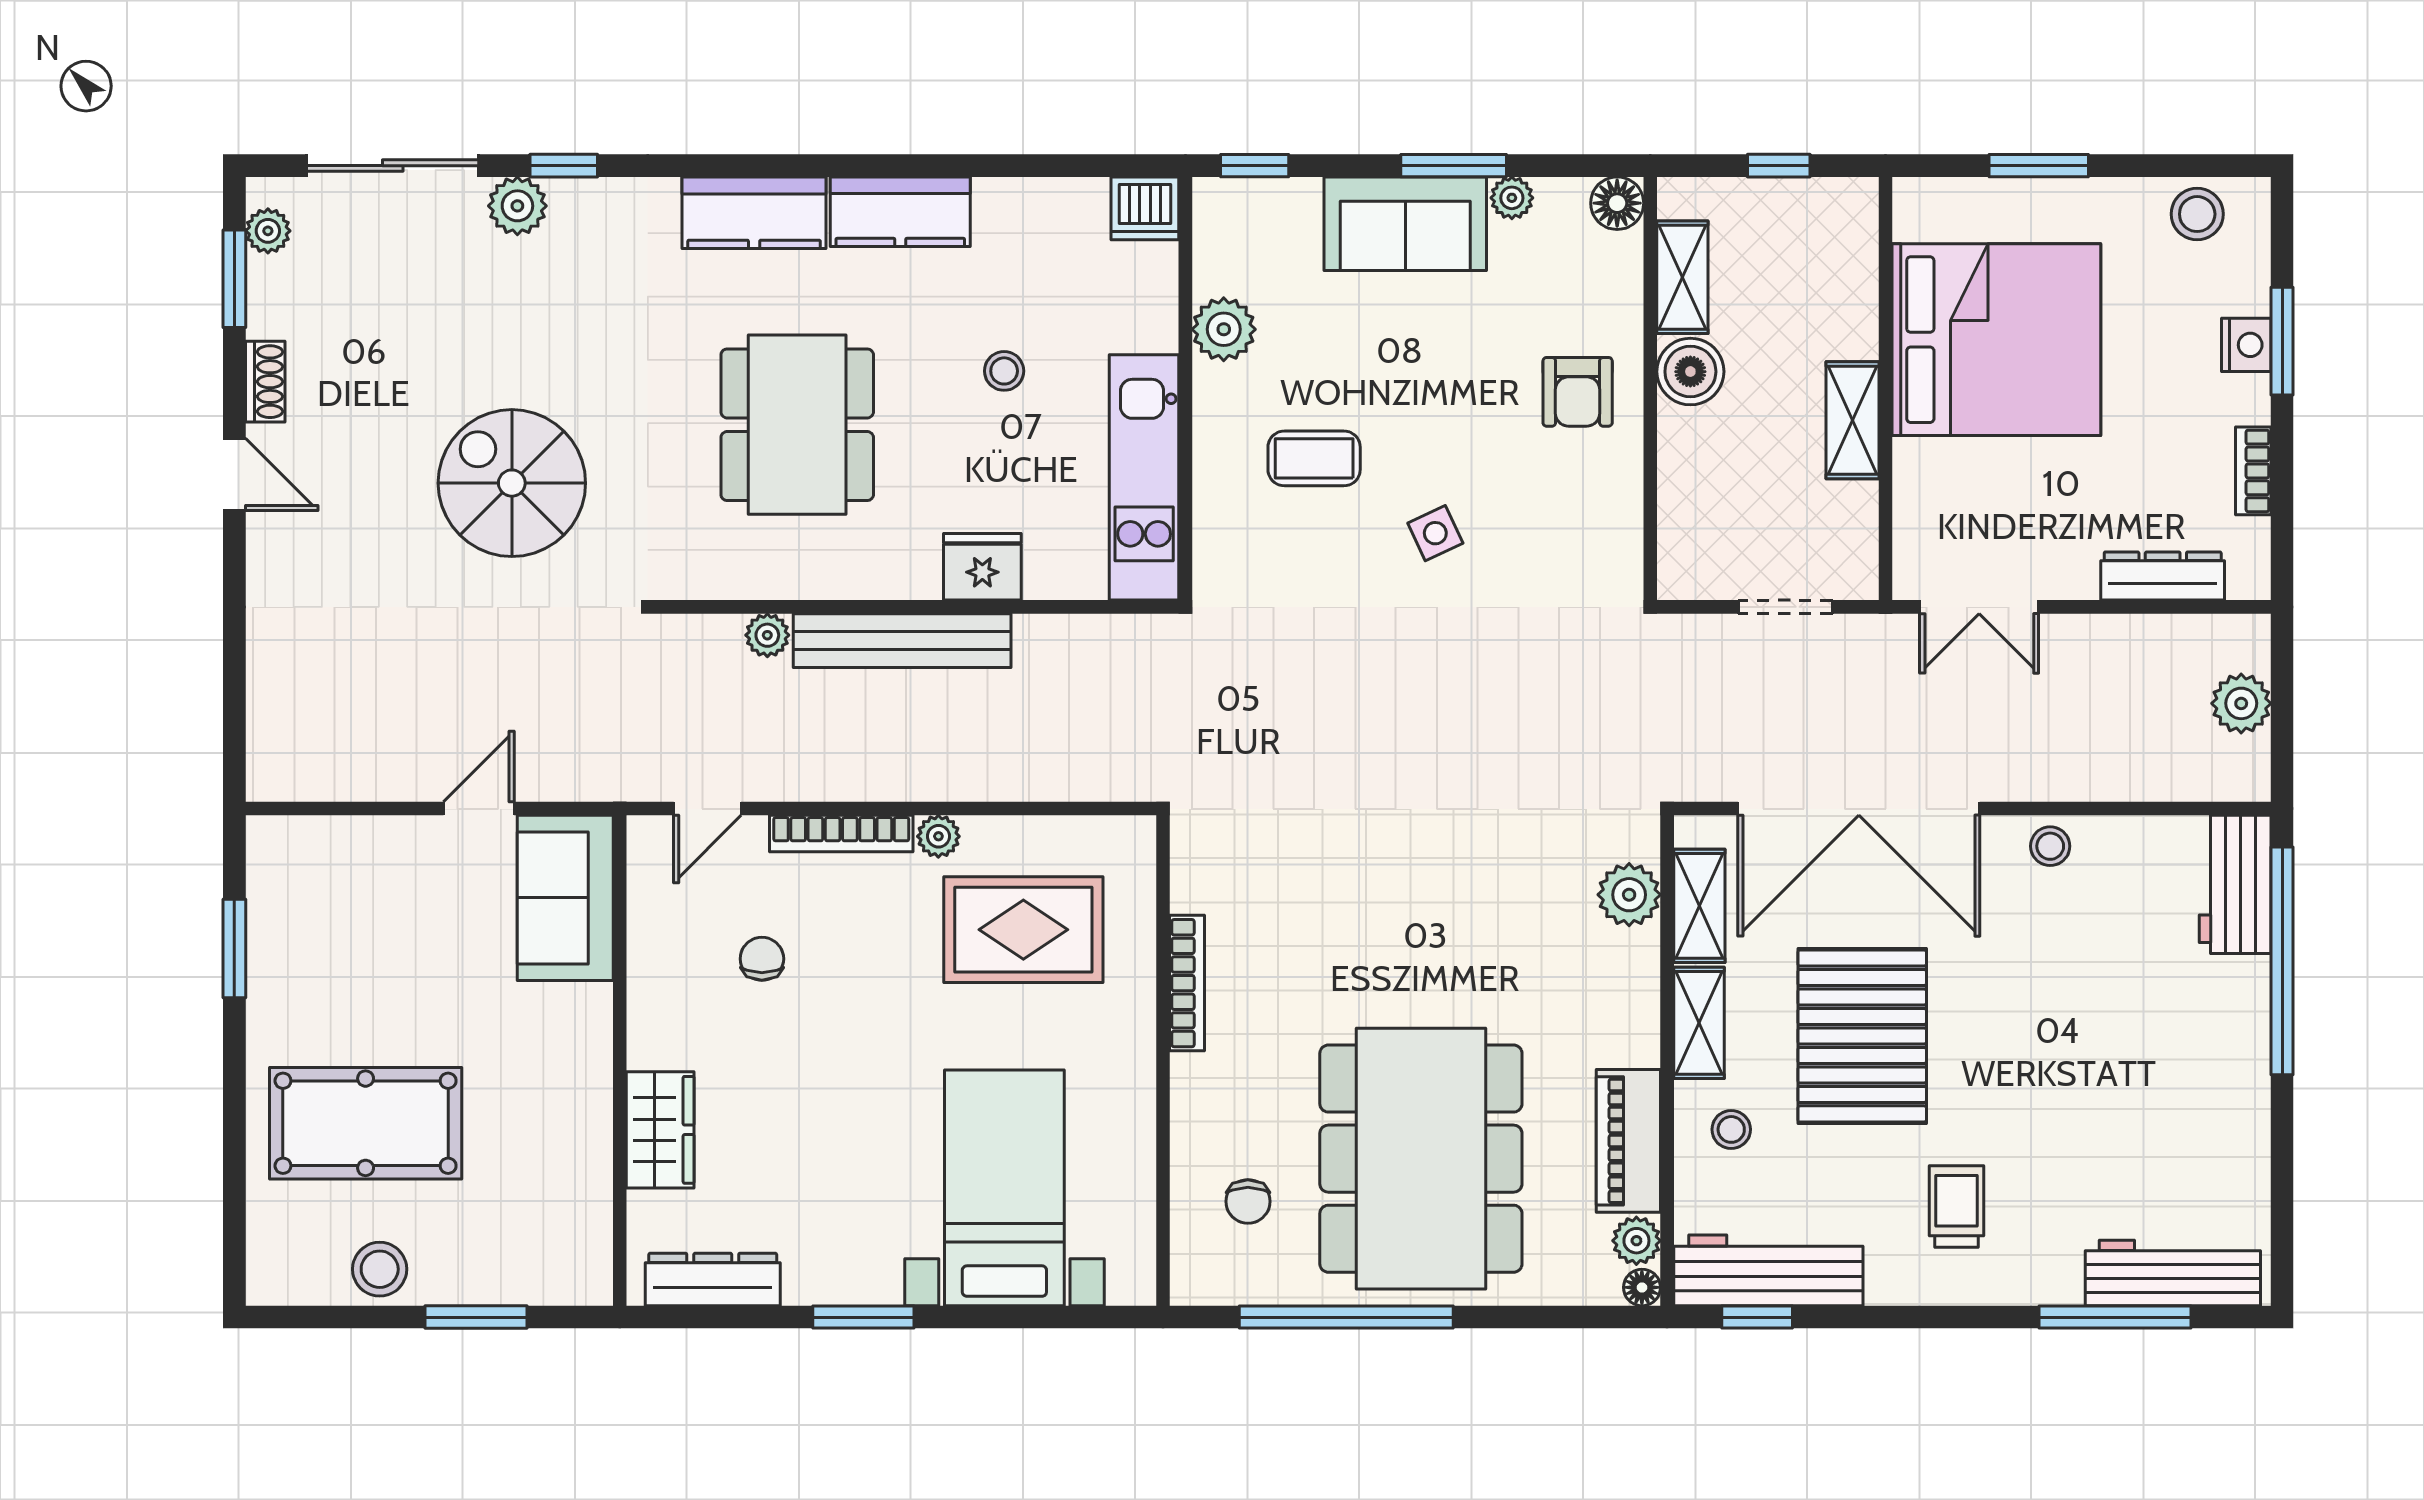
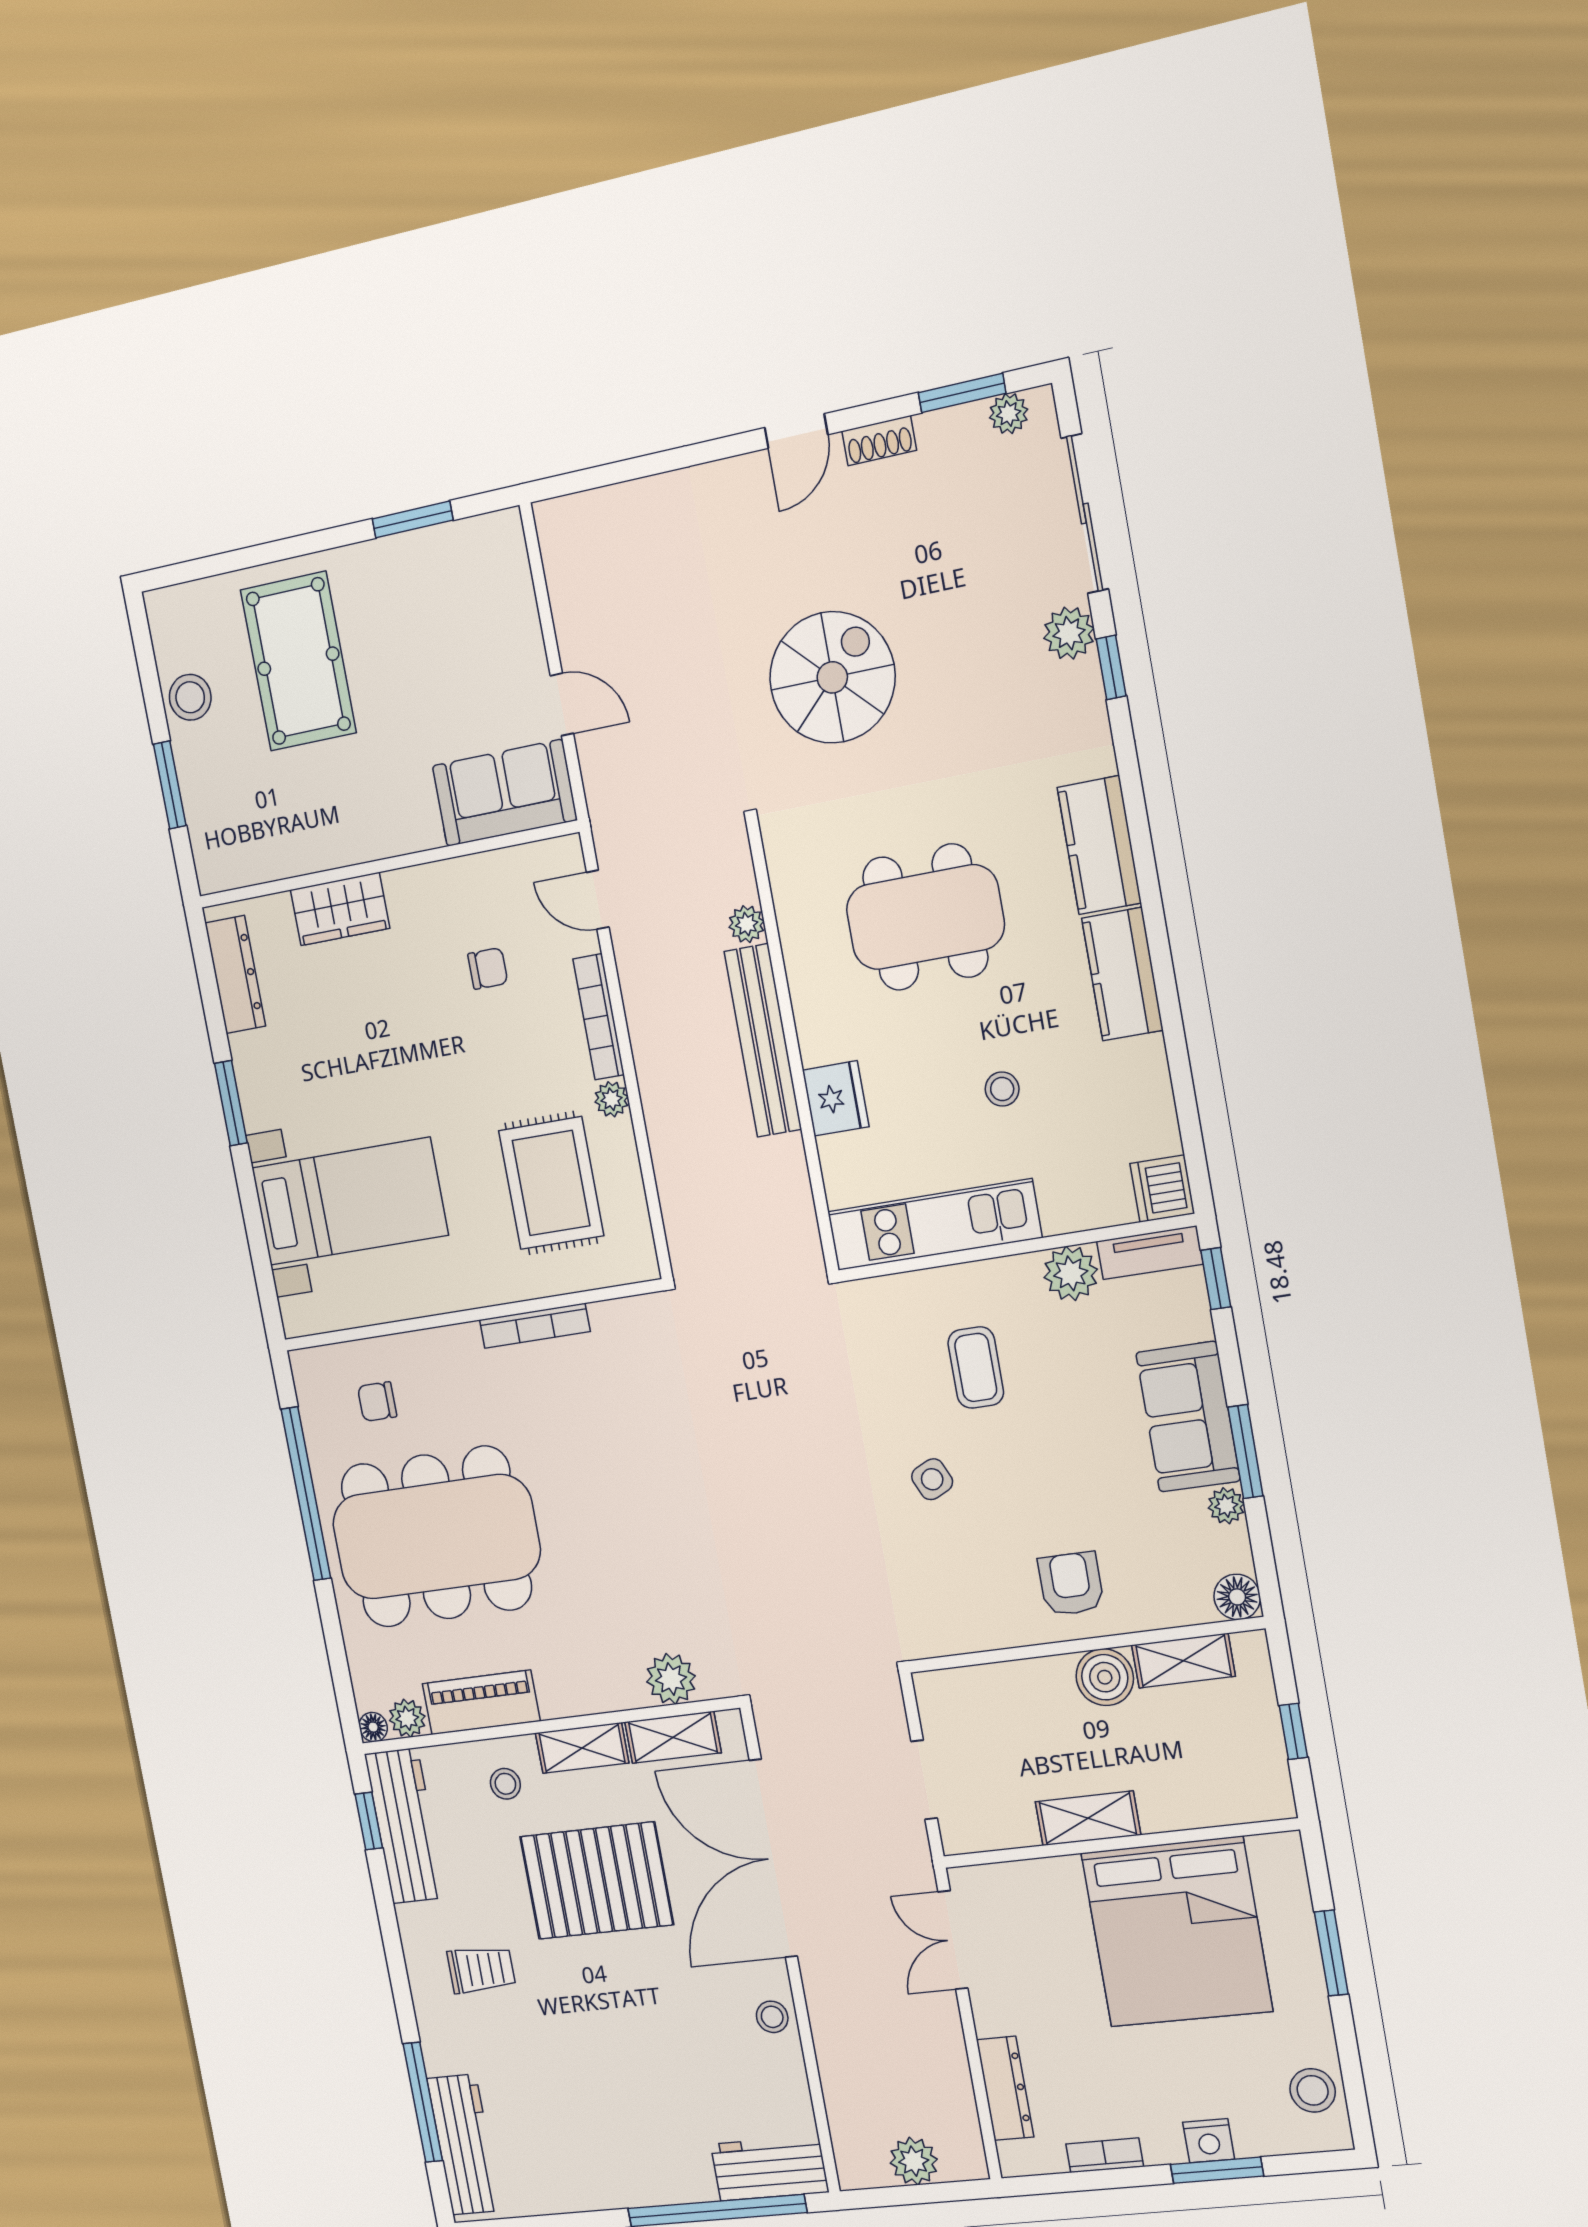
tv unit: (1214, 235) -> (1150, 1253), added
armchair: (1578, 392) -> (1071, 1584), turned 90

